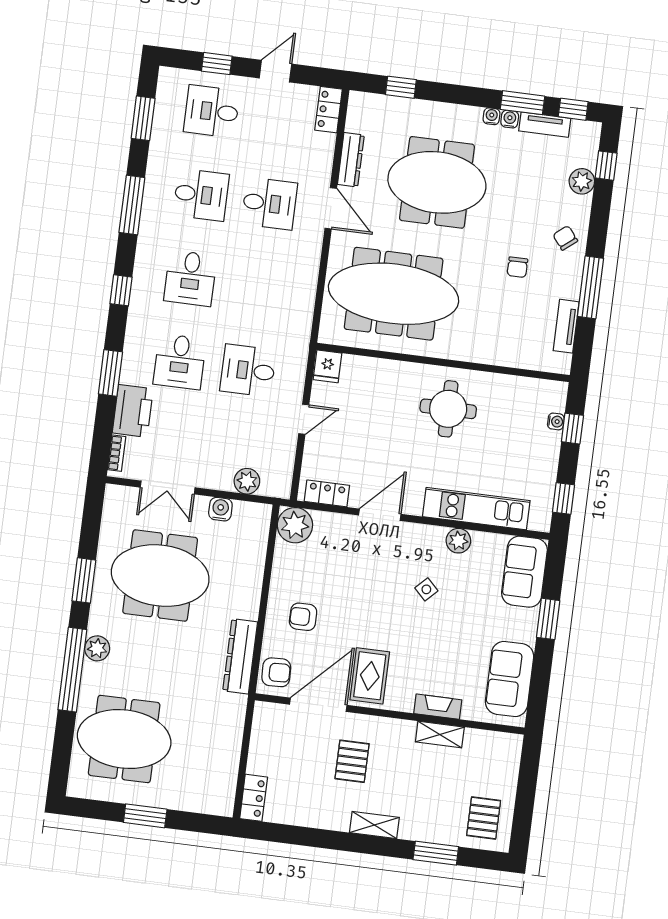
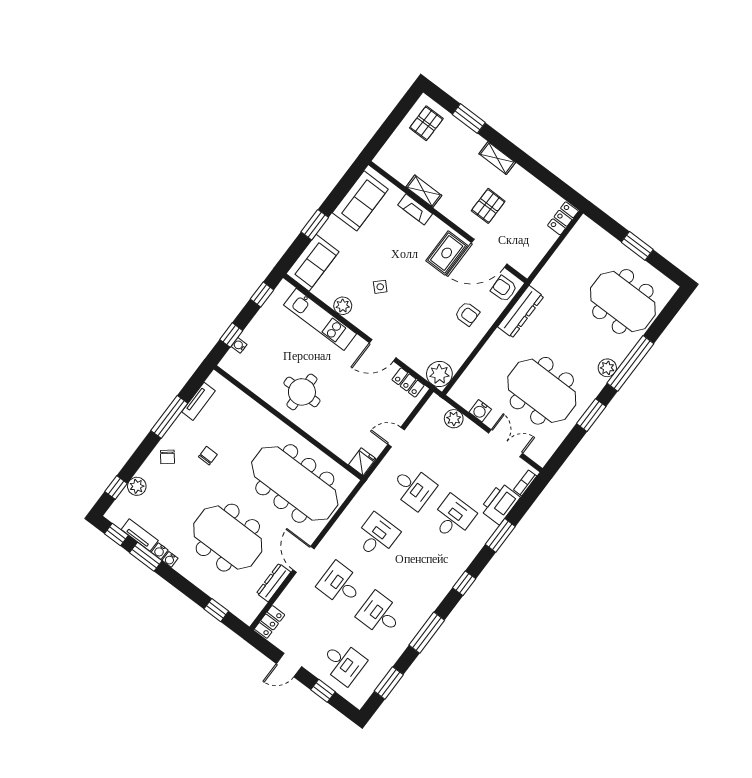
desk: (190, 278) -> (377, 536), moved

